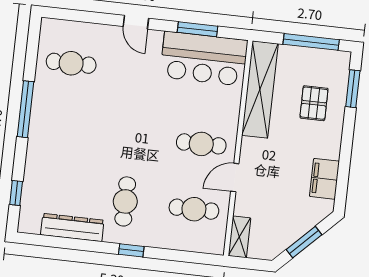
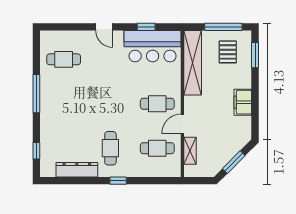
window: (198, 29) -> (146, 27), width x0.67
pallet: (314, 103) -> (228, 52), moved
filing cabinet: (324, 179) -> (243, 102), moved
shelving: (239, 237) -> (190, 151), moved

